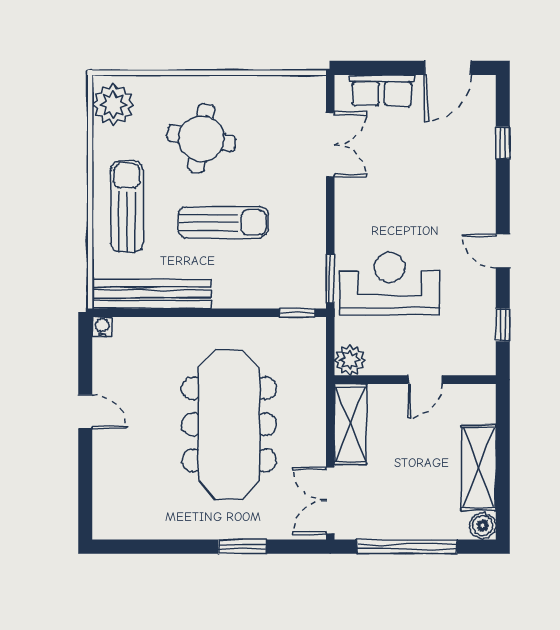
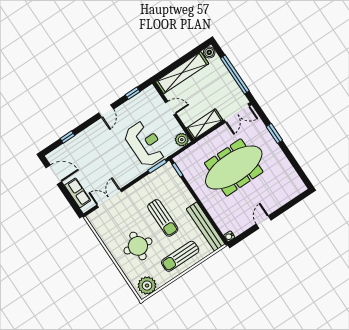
sun lounger: (223, 222) -> (163, 218), turned 180
reception desk: (389, 284) -> (145, 144), turned 180
shelving: (479, 467) -> (182, 73), width x1.47

